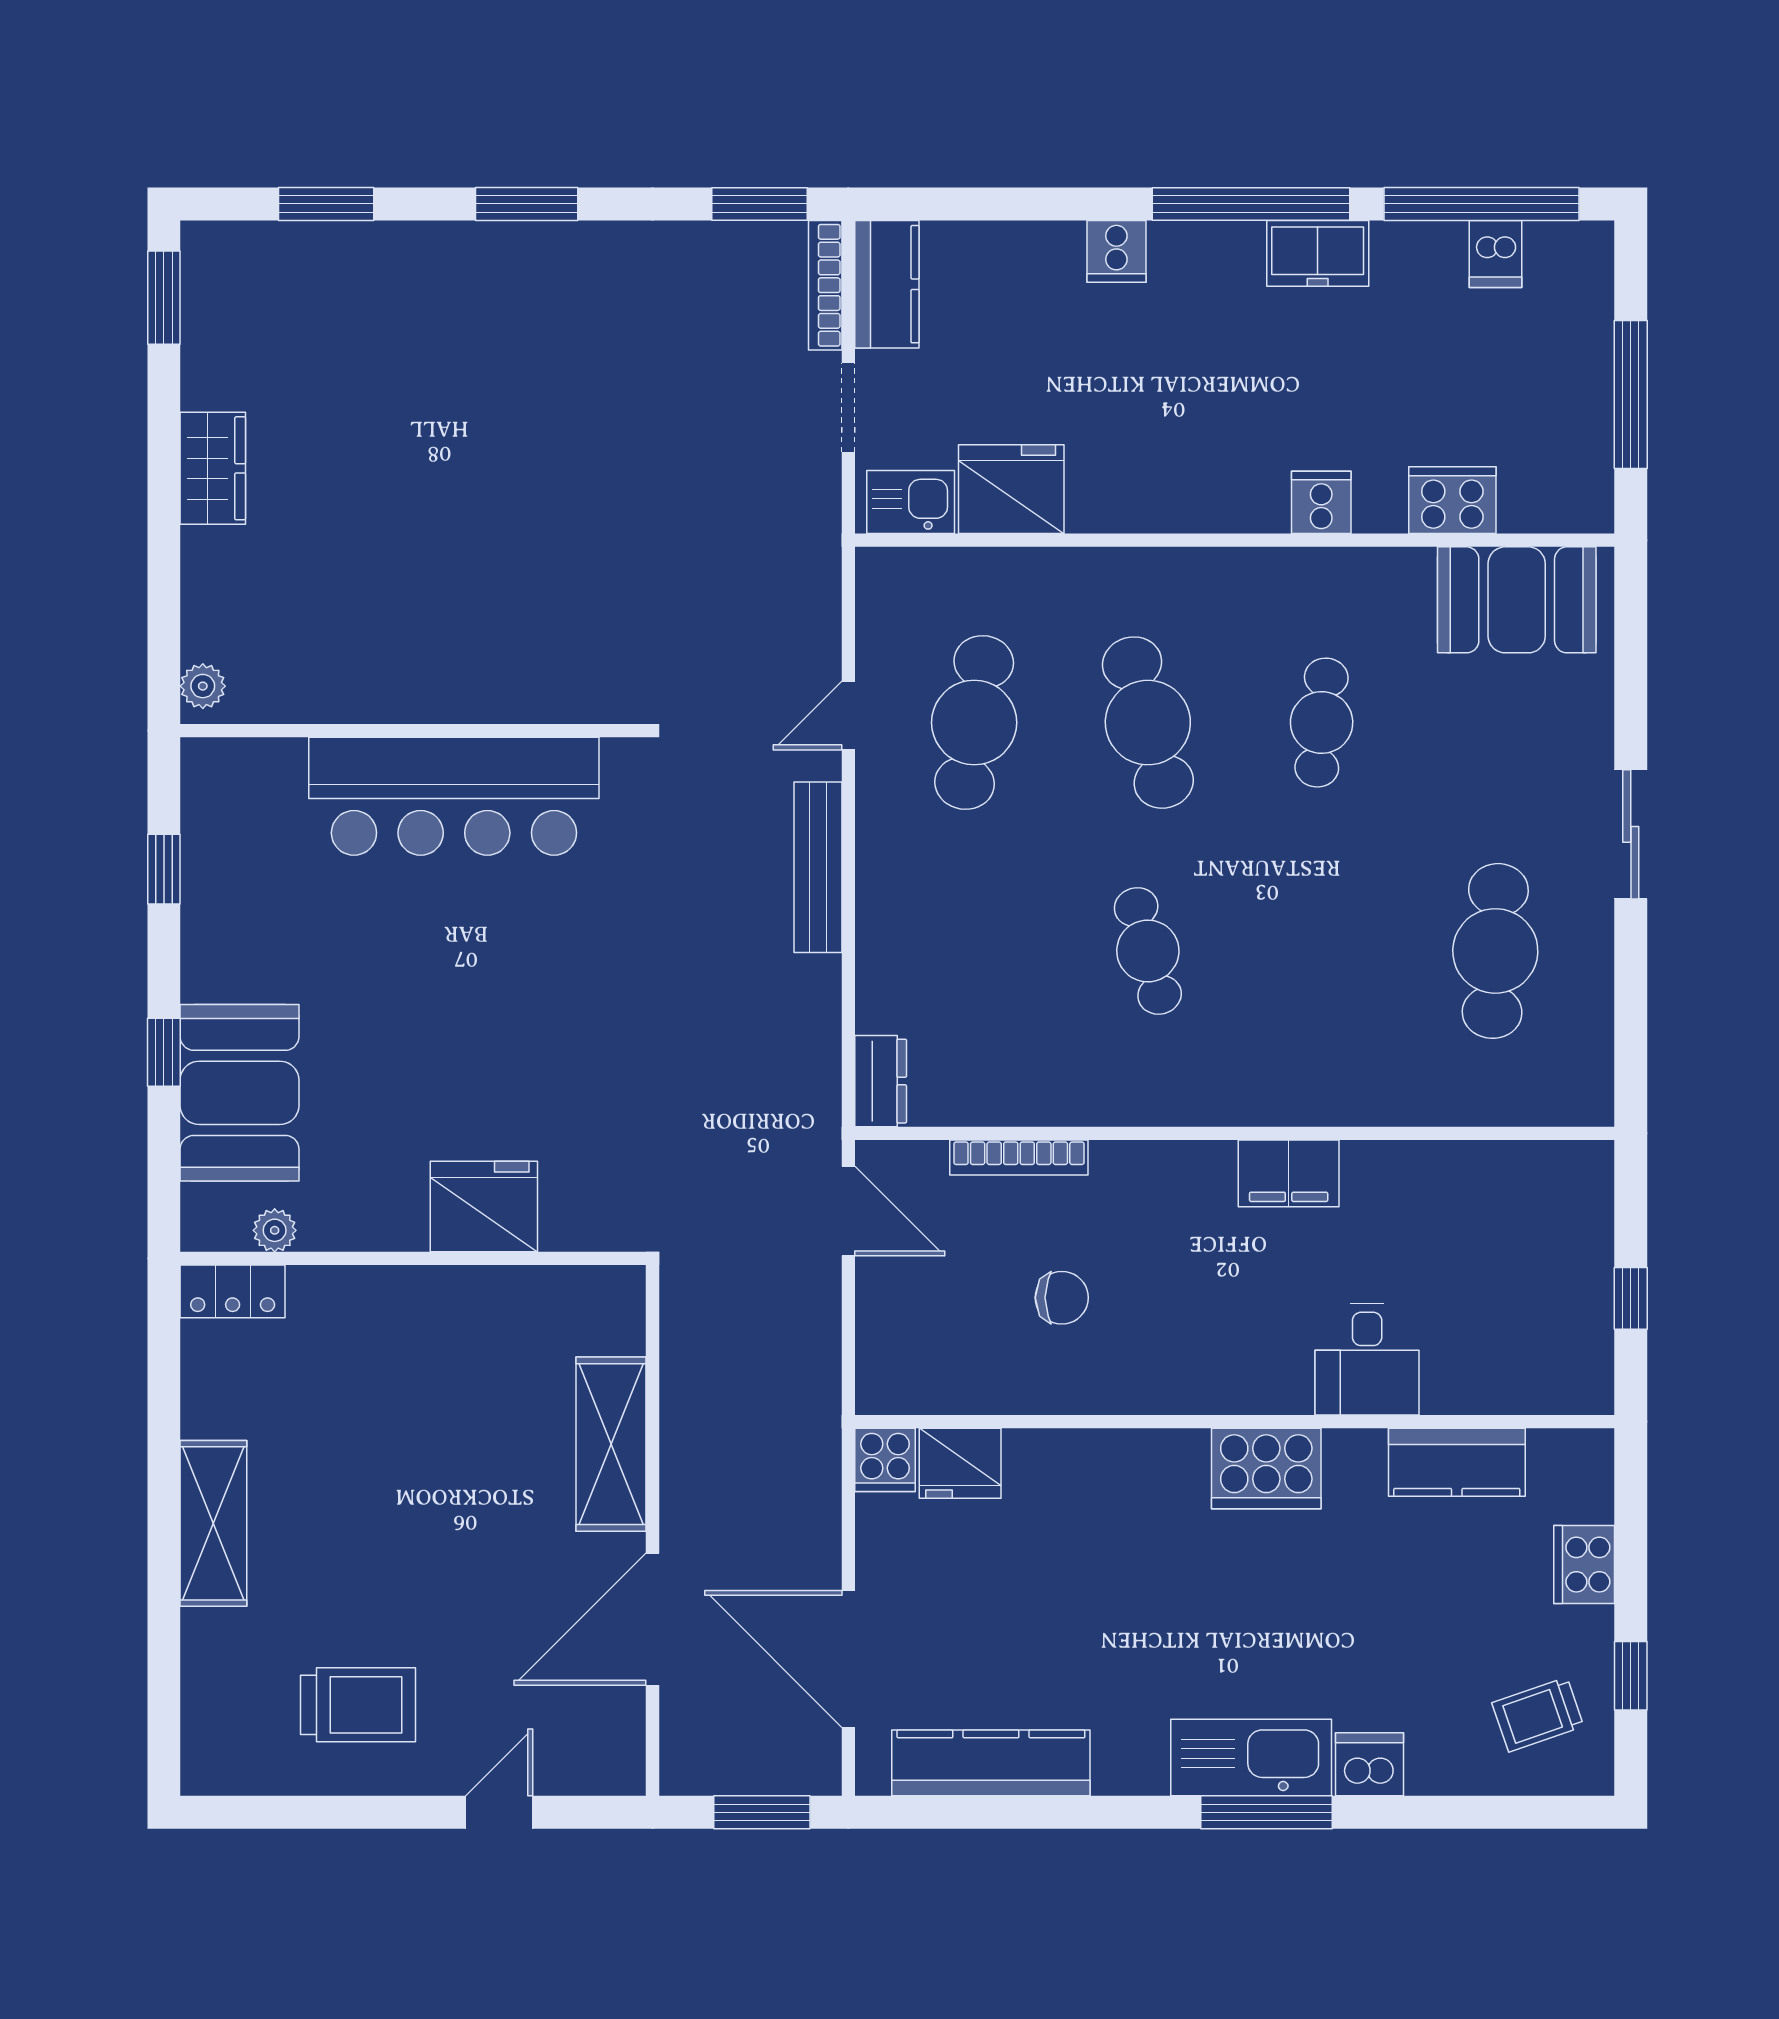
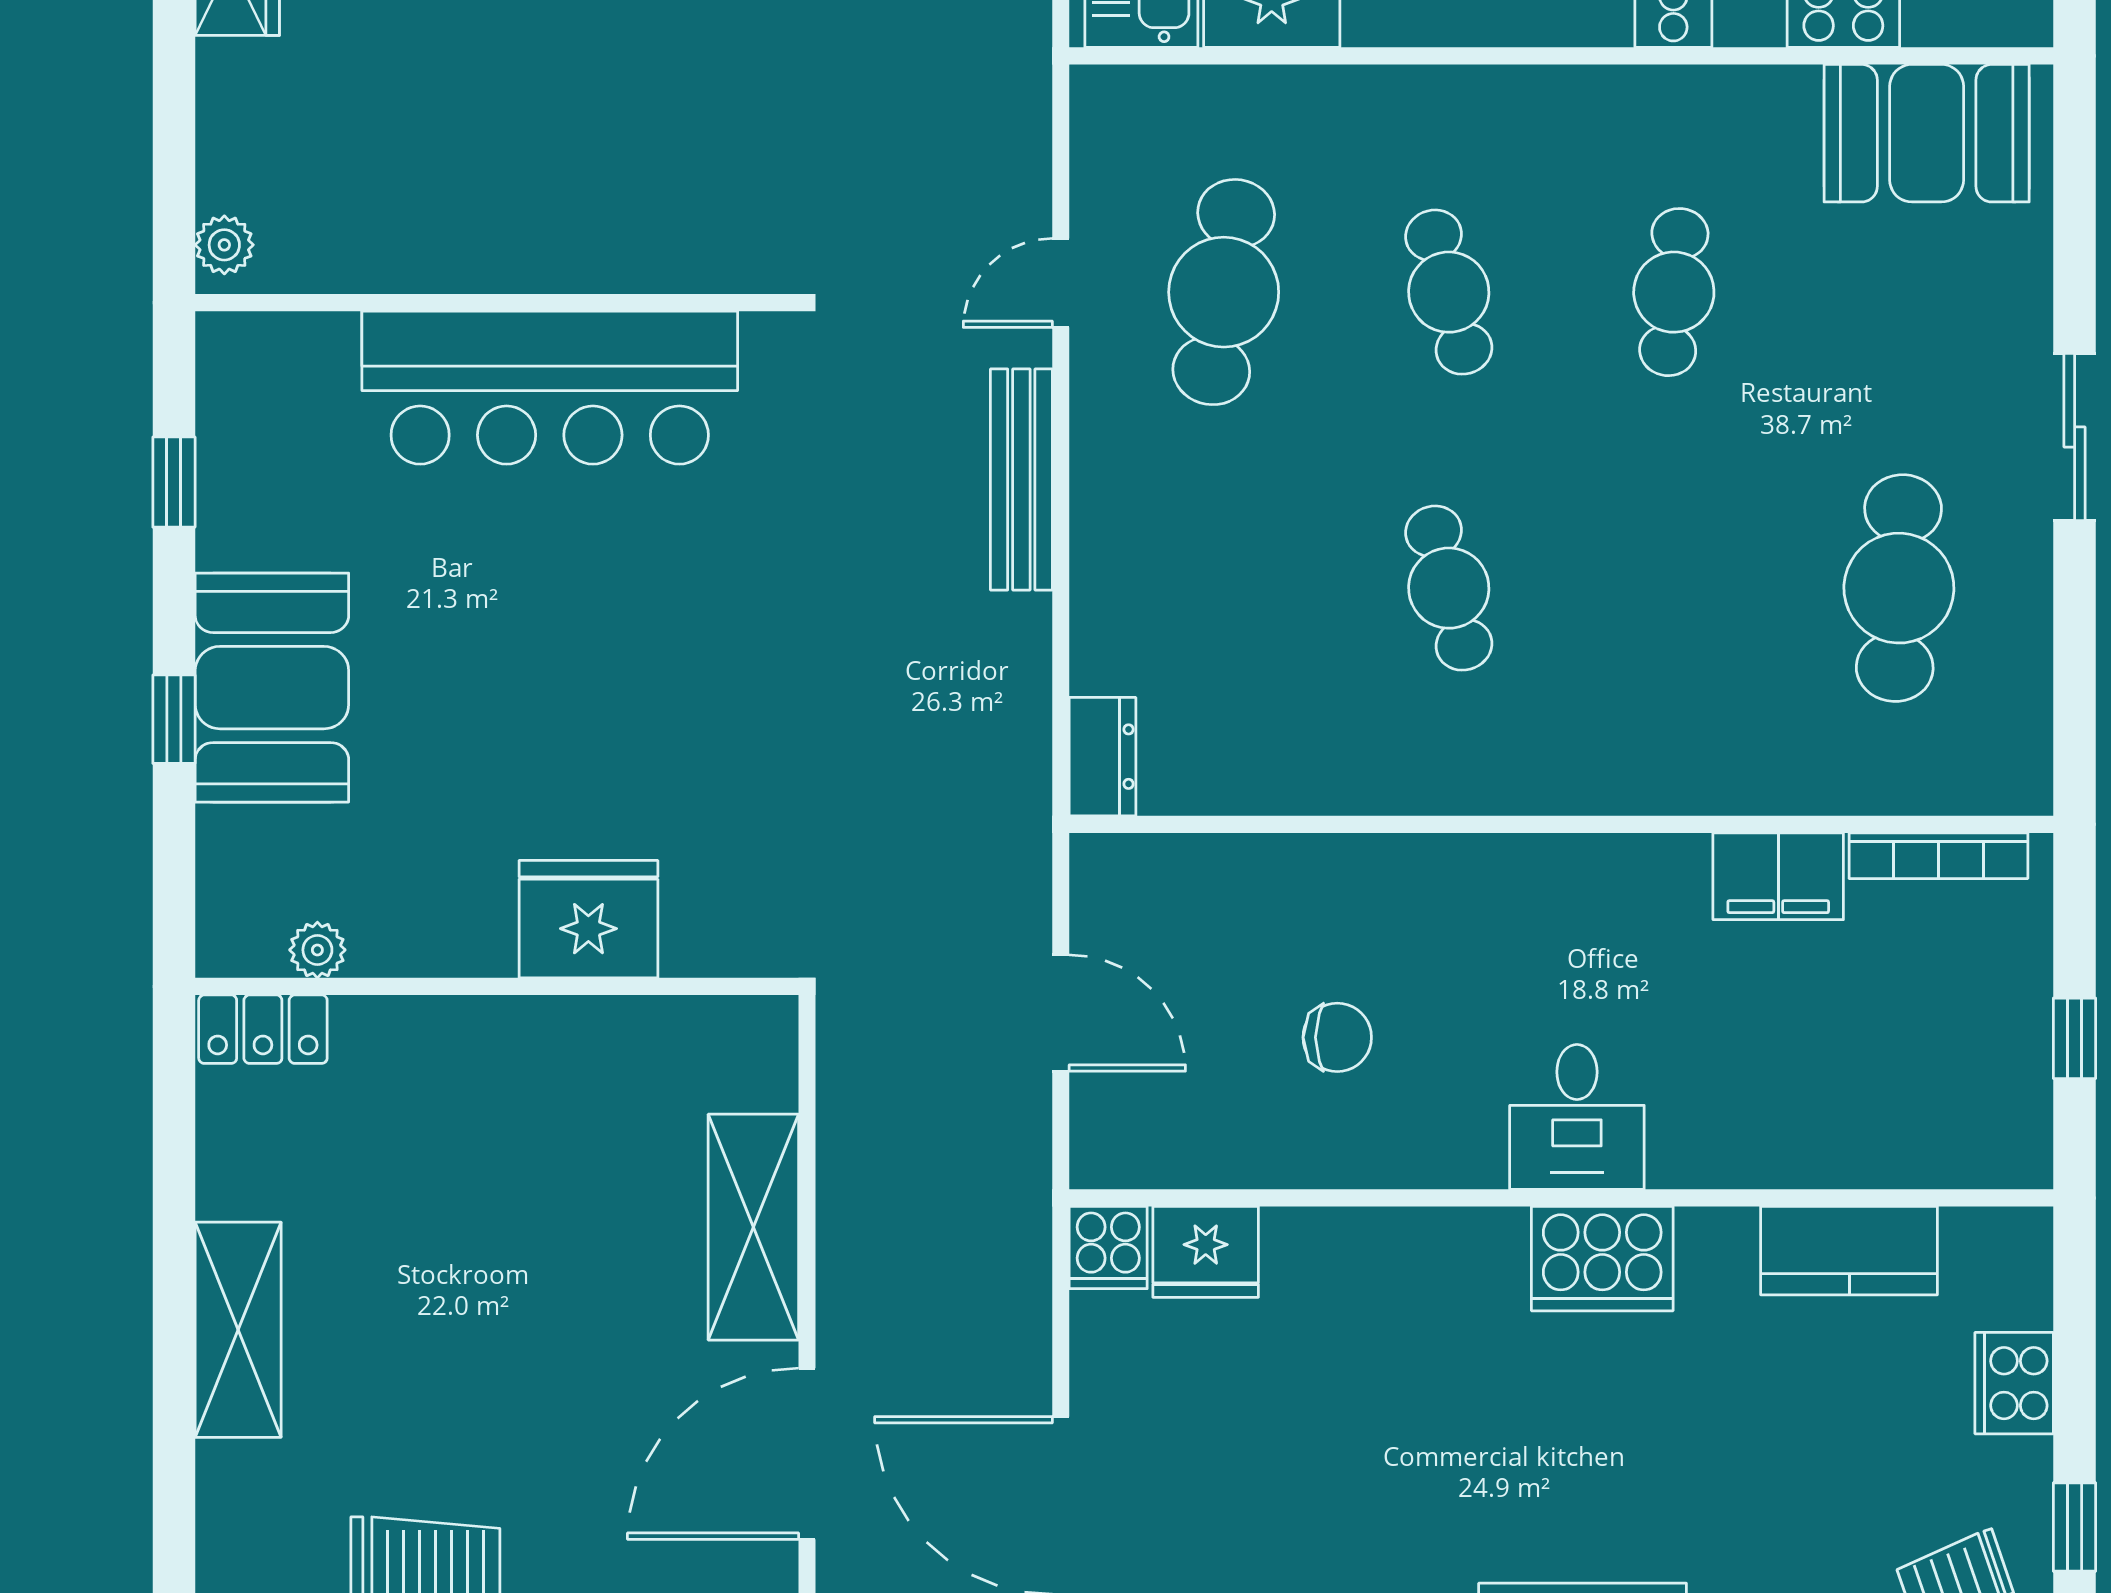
cafe table: (1148, 723) -> (1449, 292), width x0.73, depth x0.74
booth: (240, 1093) -> (272, 688), moved
bookcase: (1019, 1157) -> (1938, 856), moved
filing cabinet: (1289, 1173) -> (1778, 876), moved
door: (848, 1211) -> (1061, 1013), moved
desk: (1367, 1359) -> (1577, 1117), moved

